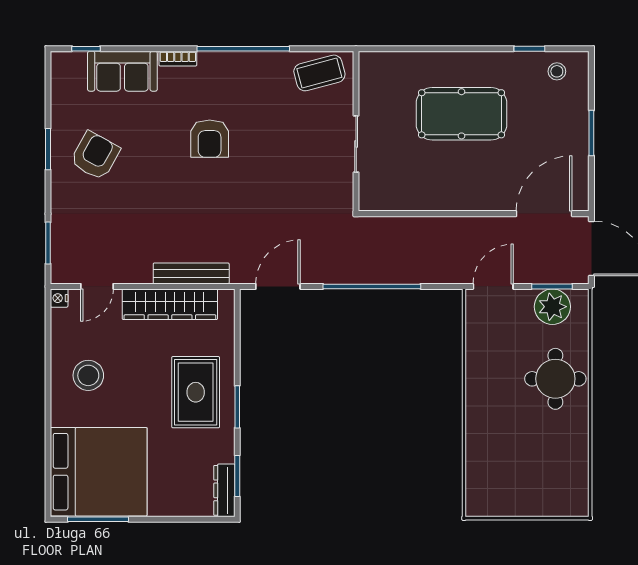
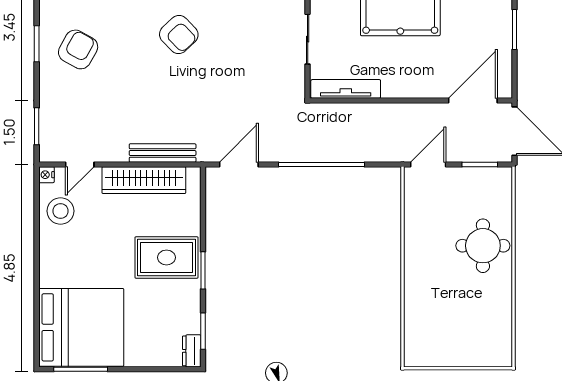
armchair: (210, 139) -> (179, 35), turned -44
tv unit: (399, 201) -> (346, 89), added
plant: (552, 307) -> (480, 182), removed
stool: (88, 375) -> (60, 211), moved
rug: (196, 392) -> (166, 257), turned 90
dresser: (224, 490) -> (192, 351), width x0.70

